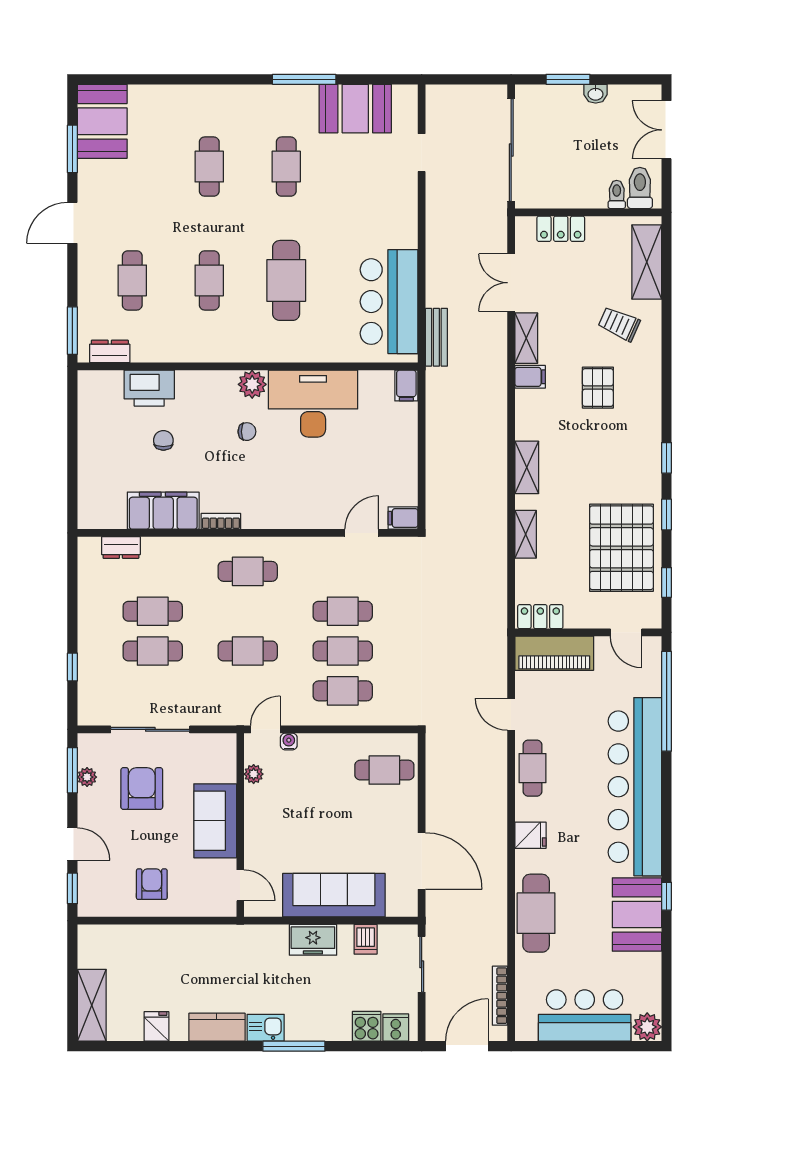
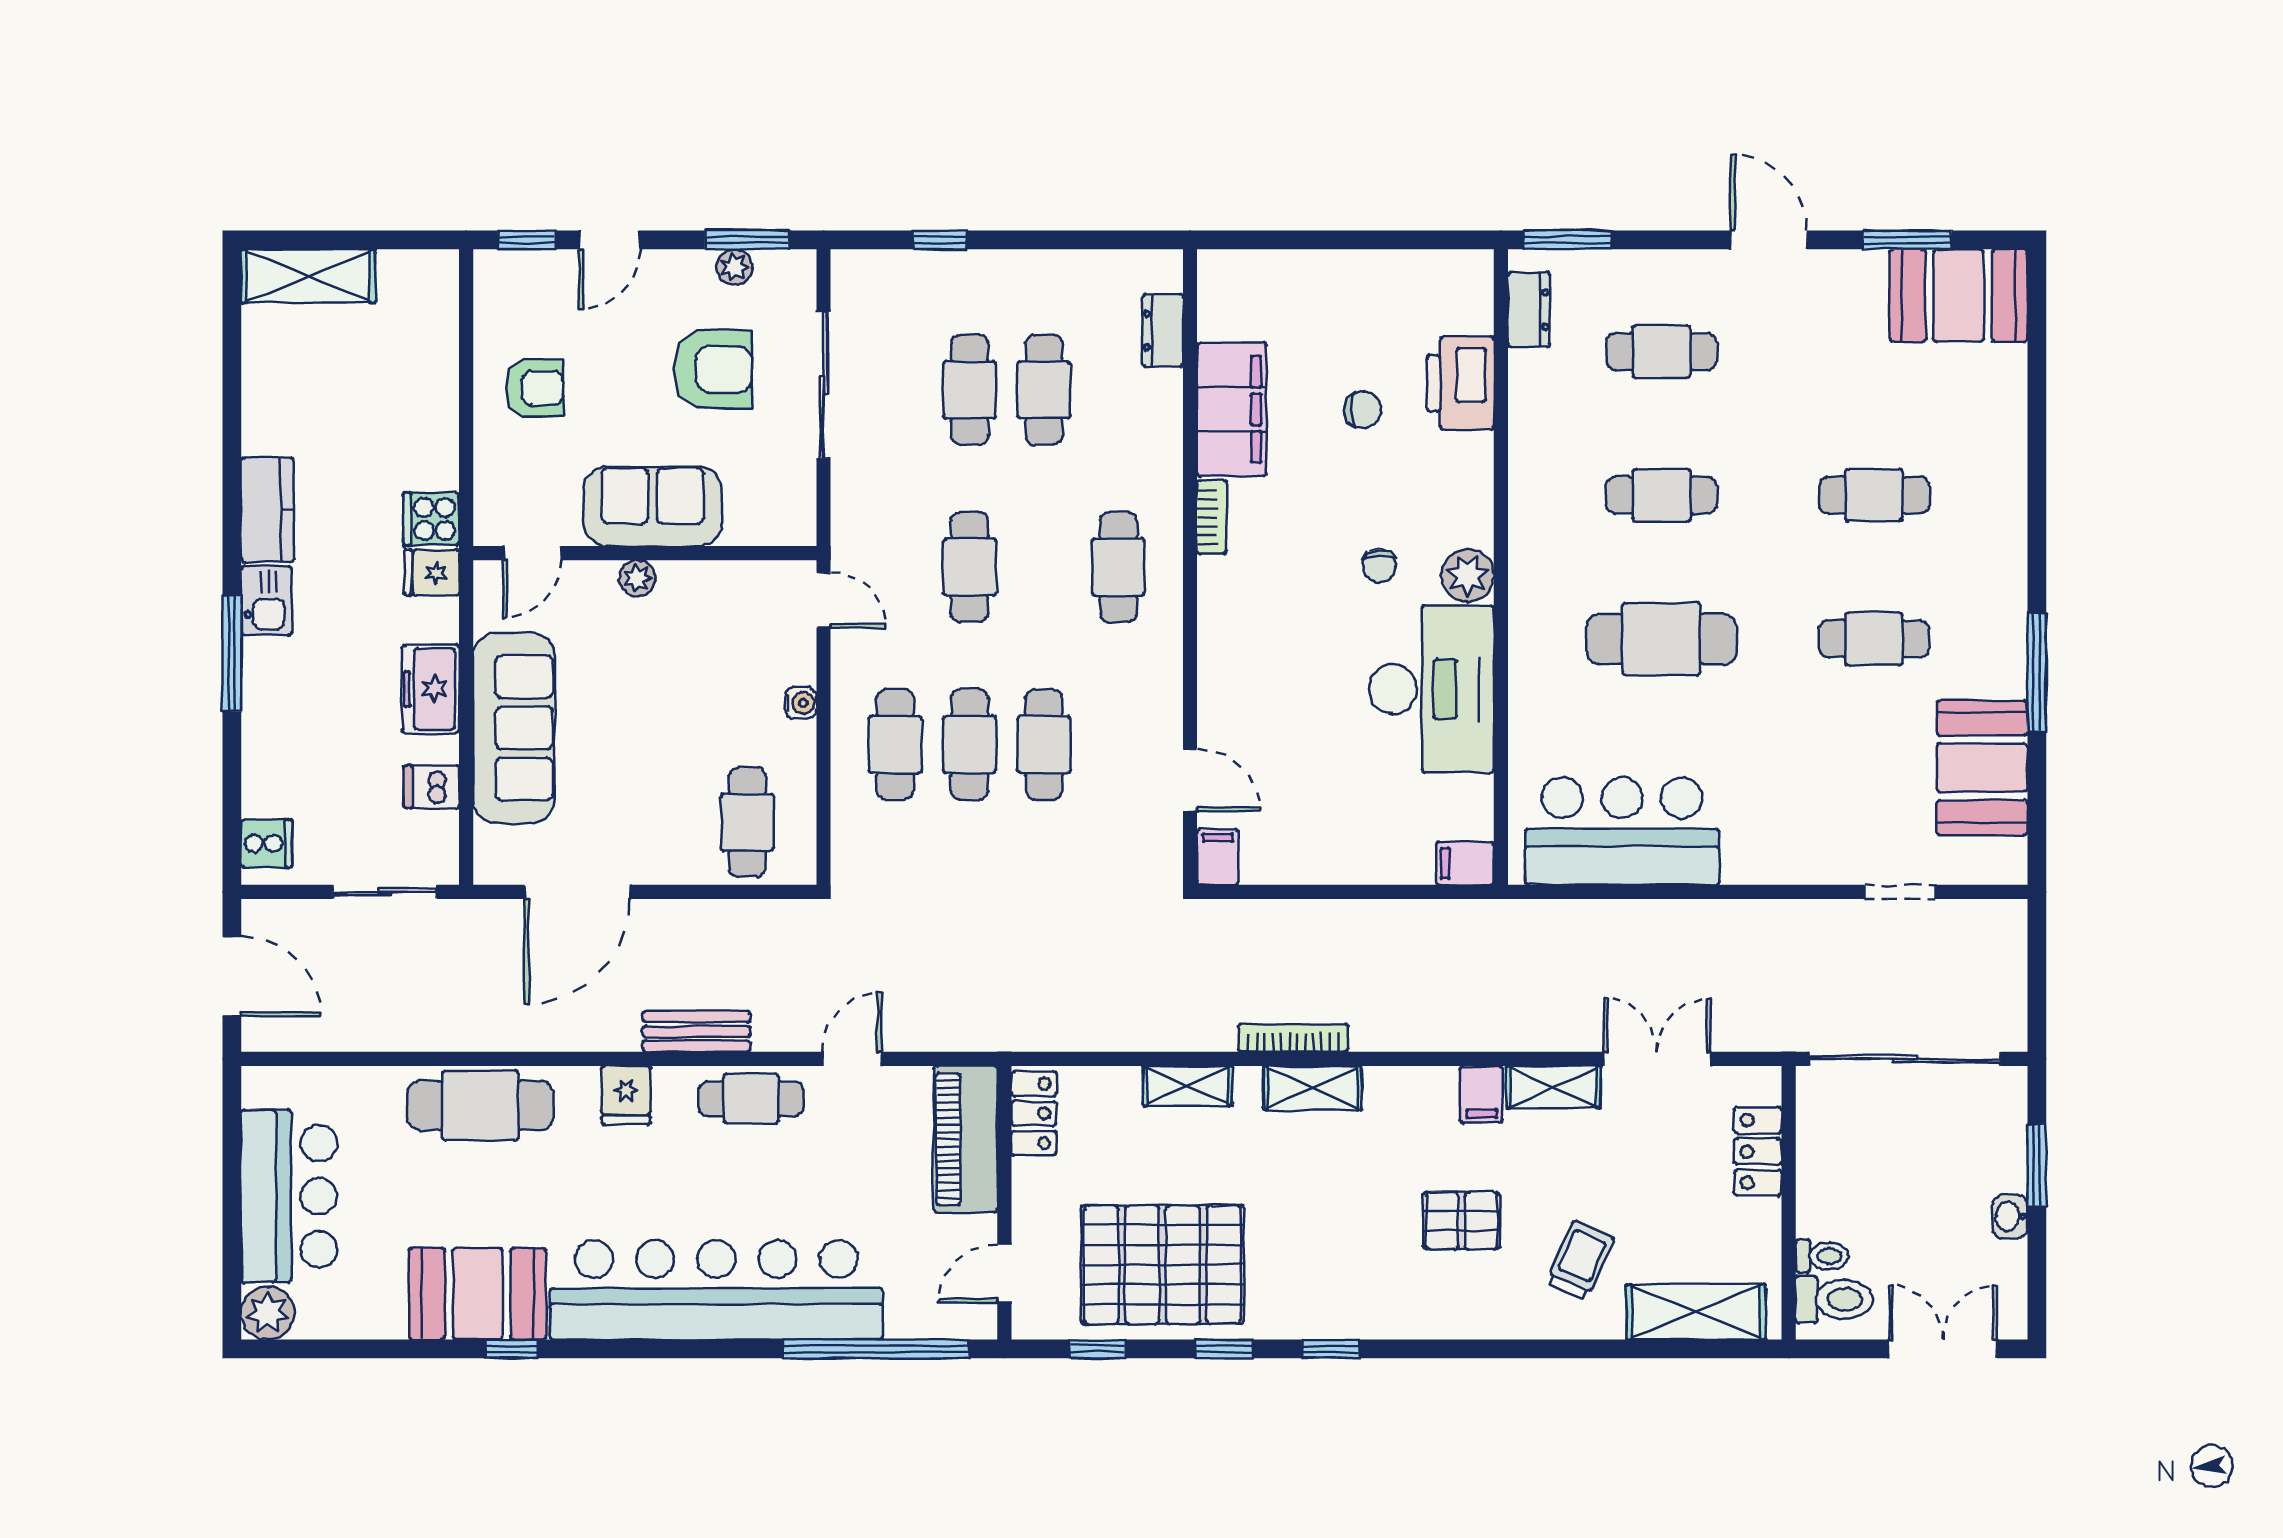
bench: (436, 337) -> (697, 1031), moved
water cooler: (289, 741) -> (801, 703), moved
plant: (254, 774) -> (637, 578), moved
bookcase: (500, 996) -> (1293, 1038), moved
fridge: (156, 1026) -> (432, 572), moved, turned 180
cooker: (367, 1026) -> (431, 519), moved, turned 180

